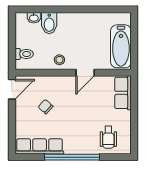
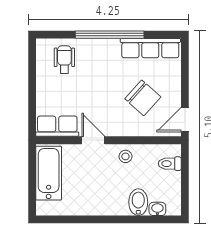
door: (85, 73) -> (93, 140), hinge flipped
row of seats: (123, 93) -> (57, 126), moved, turned -90
chair: (46, 107) -> (143, 98), width x1.87, depth x1.87

